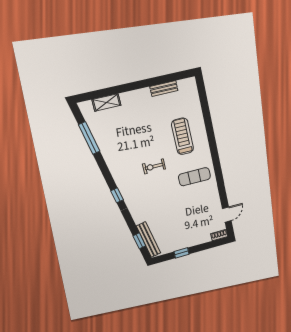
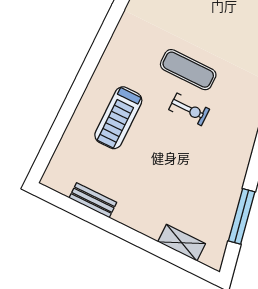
exercise mat: (194, 177) -> (188, 70), moved

